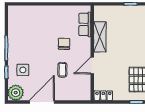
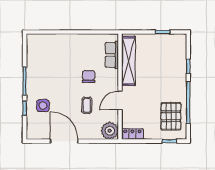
shelving: (100, 37) -> (128, 61), width x1.47
plant: (16, 93) -> (110, 131), moved
door: (42, 102) -> (64, 141), hinge flipped

